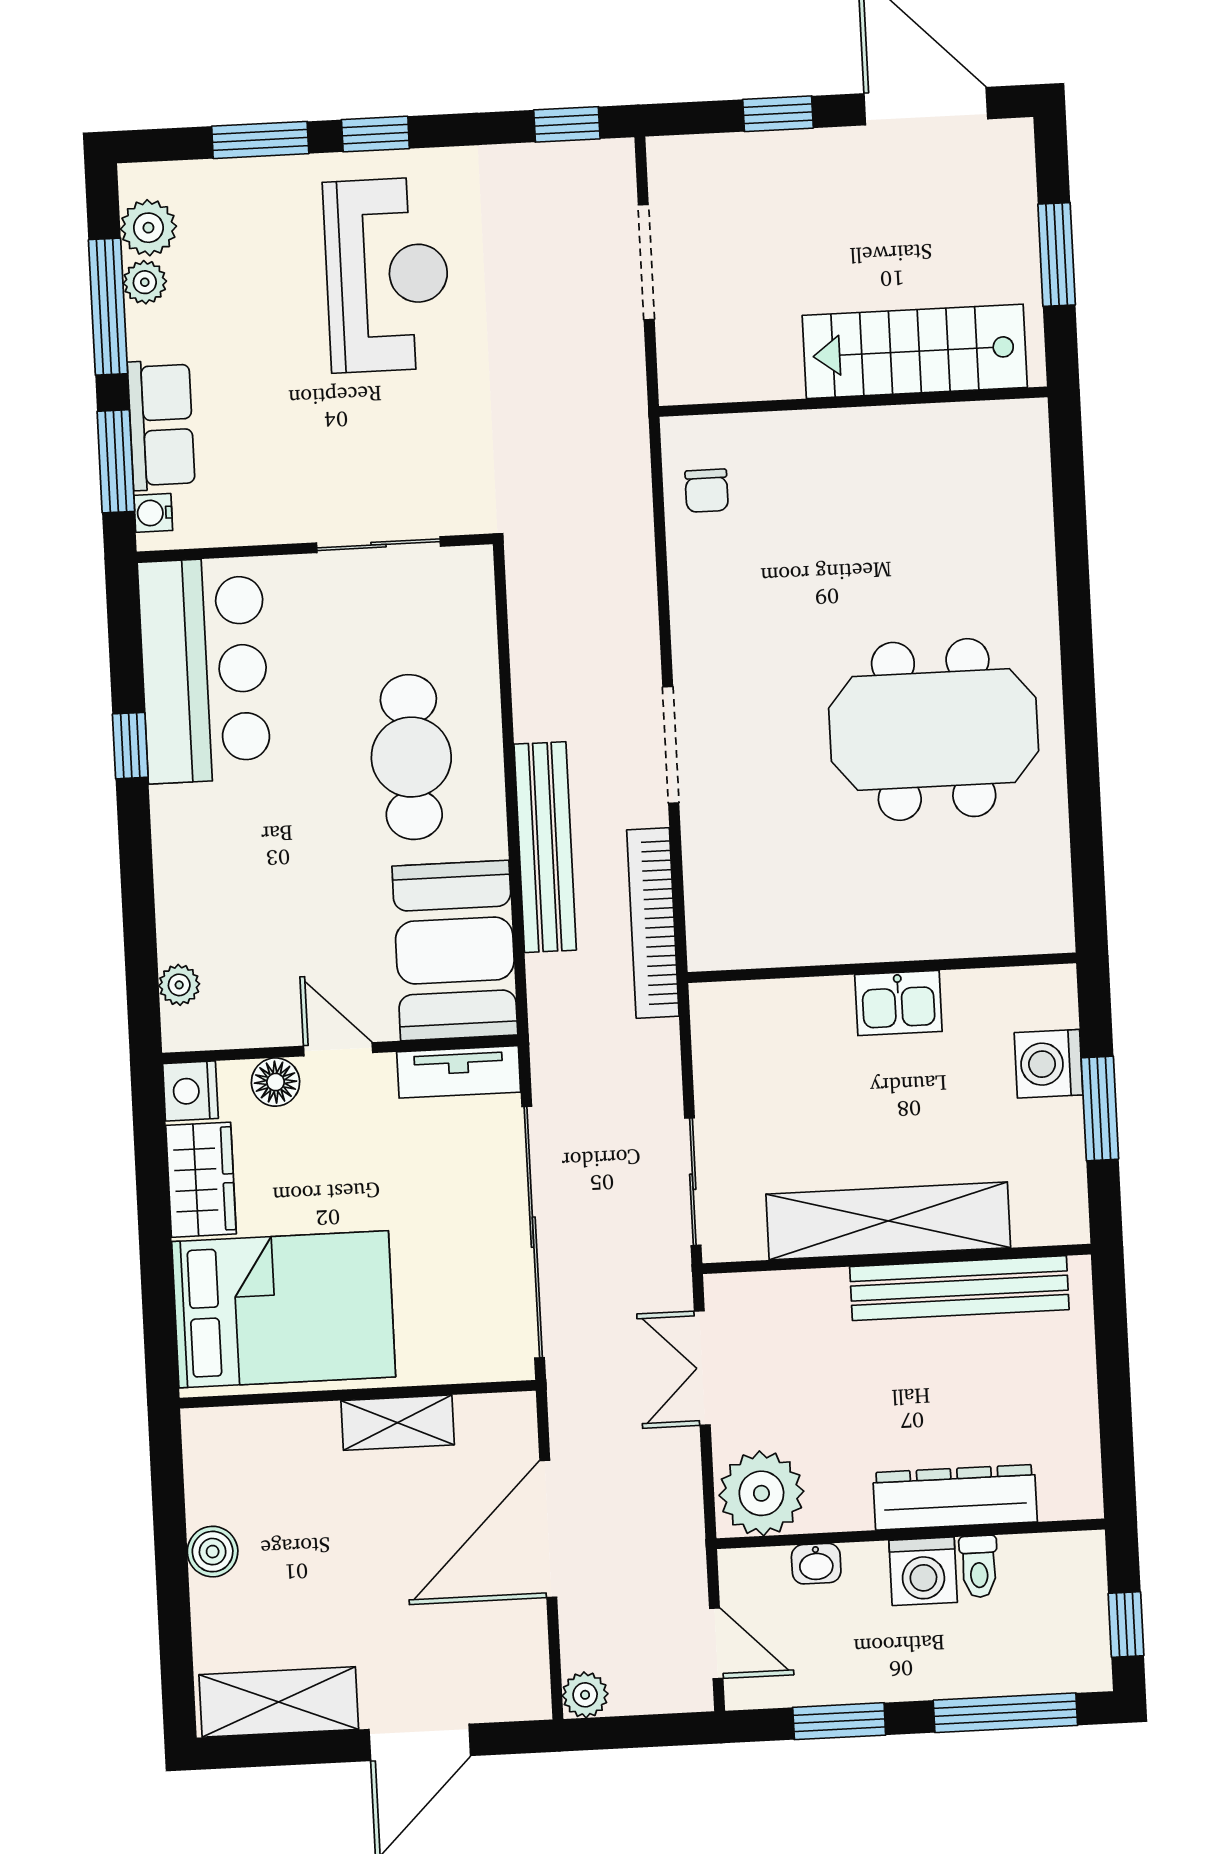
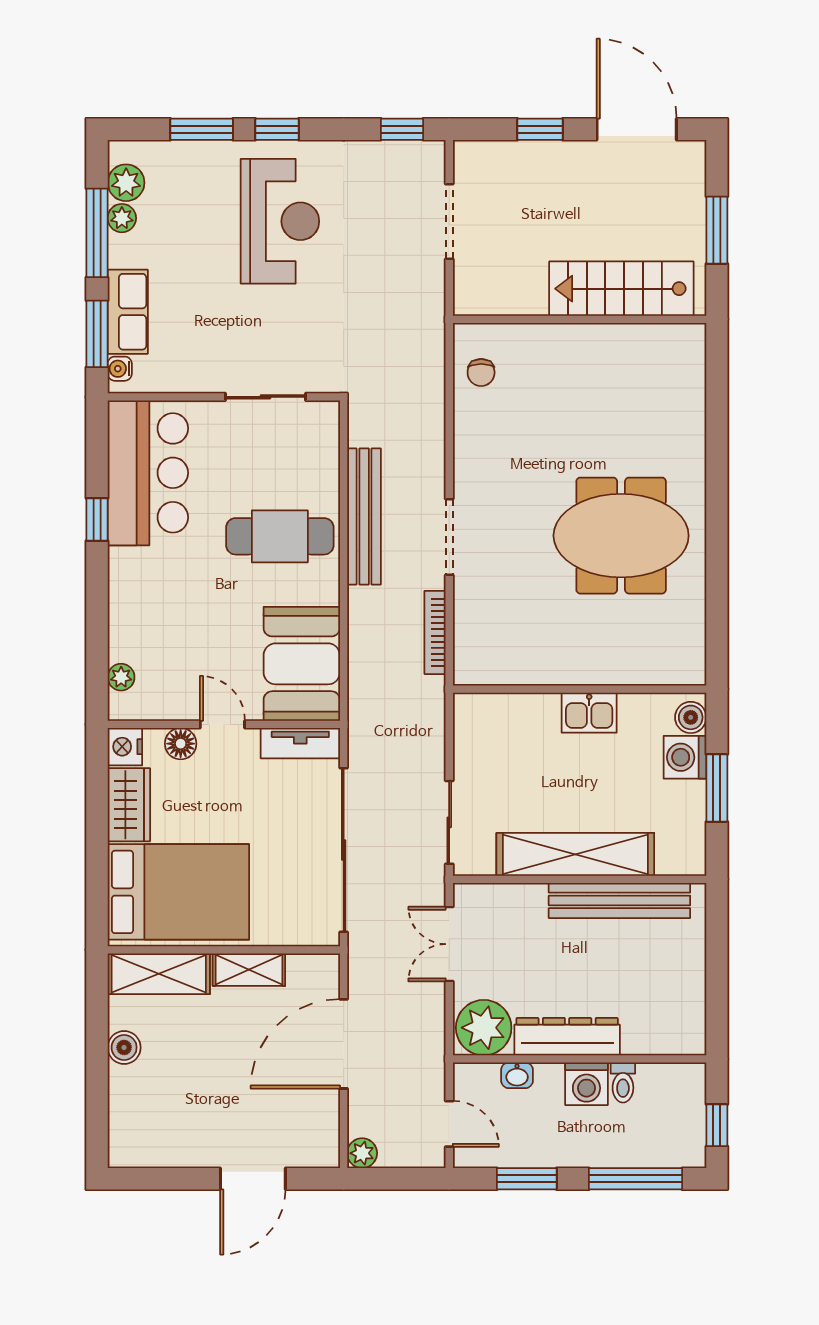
cafe table: (411, 757) -> (280, 536), turned 90
bench: (545, 847) -> (364, 517), moved
bookcase: (653, 923) -> (435, 632), width x0.68, depth x0.76
boiler: (1054, 1002) -> (691, 717), added
dresser: (955, 1497) -> (567, 1037), moved
shelving: (279, 1702) -> (159, 974), moved

